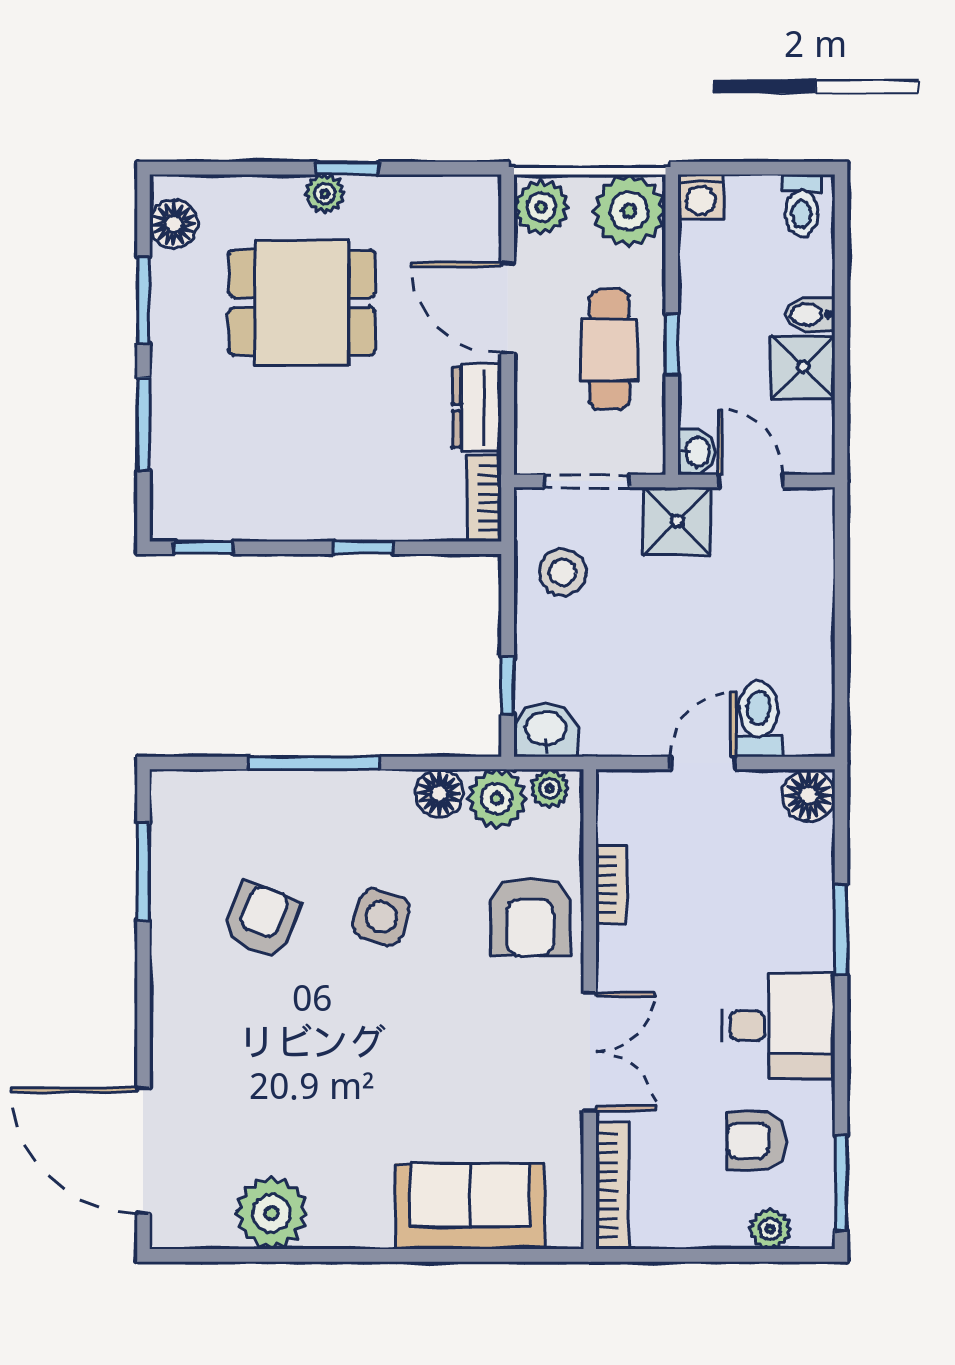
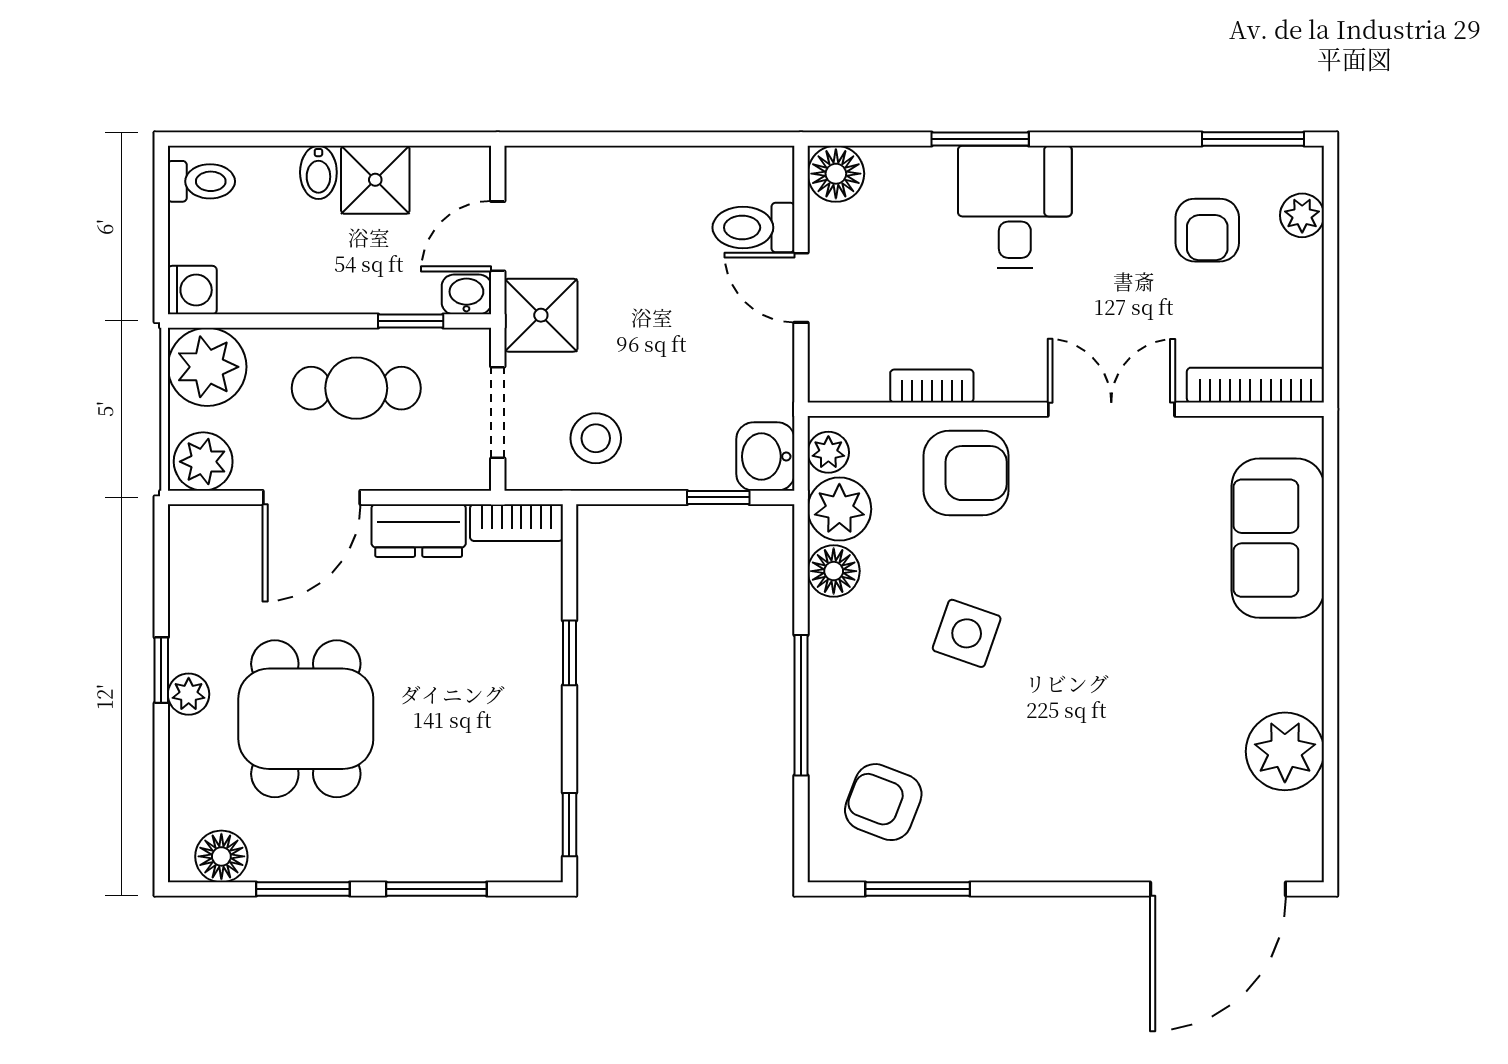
window: (672, 344) -> (411, 321), moved
armchair: (261, 920) -> (883, 802), moved
desk: (778, 1026) -> (1015, 207), moved

